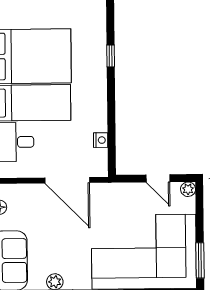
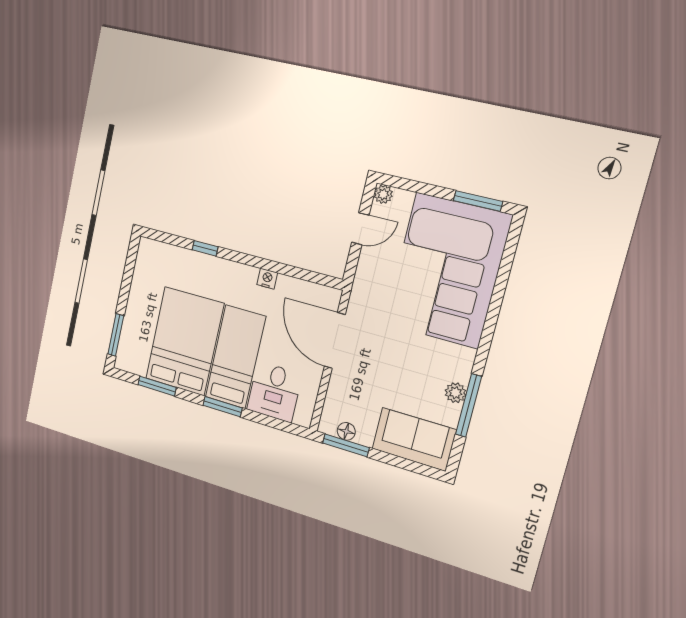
nightstand: (101, 140) -> (267, 279), moved
door: (67, 180) -> (335, 340), swing flipped

